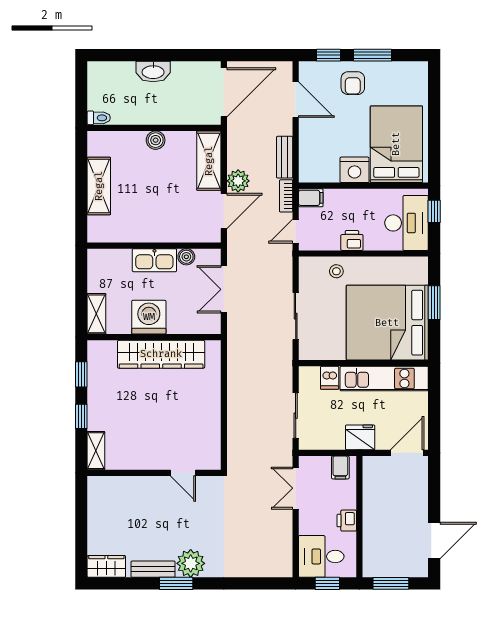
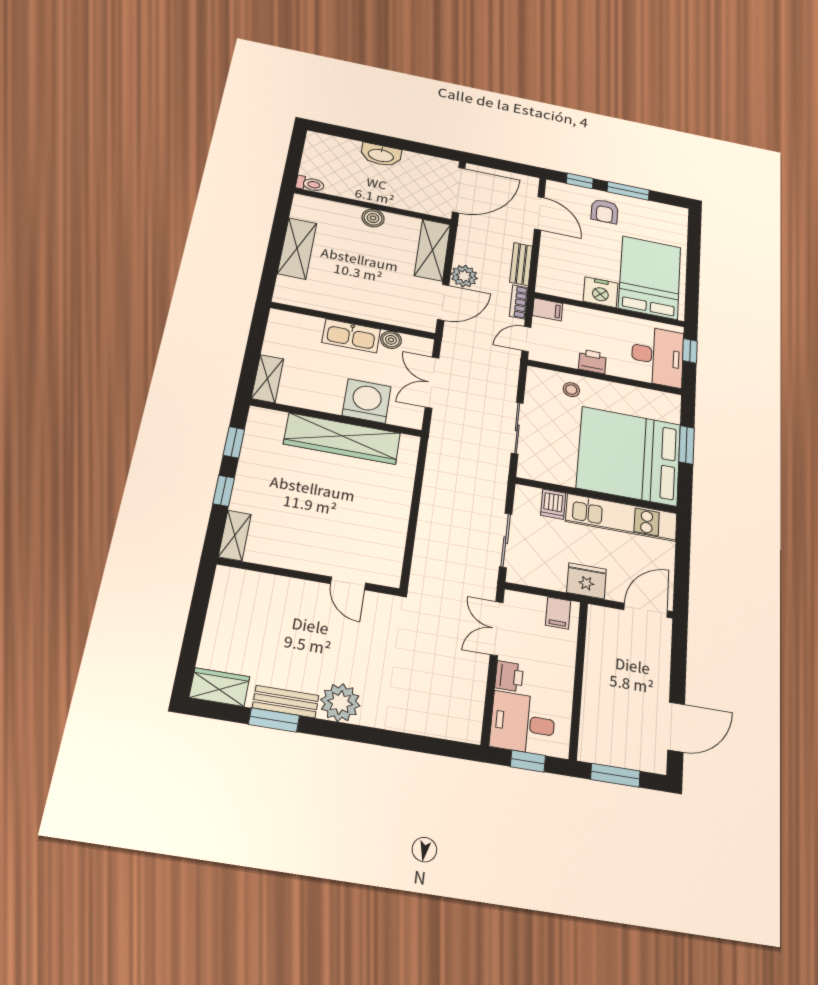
washing machine: (149, 317) -> (367, 401), moved
printer: (347, 521) -> (509, 676), moved, turned 180
window: (176, 583) -> (274, 720), moved

